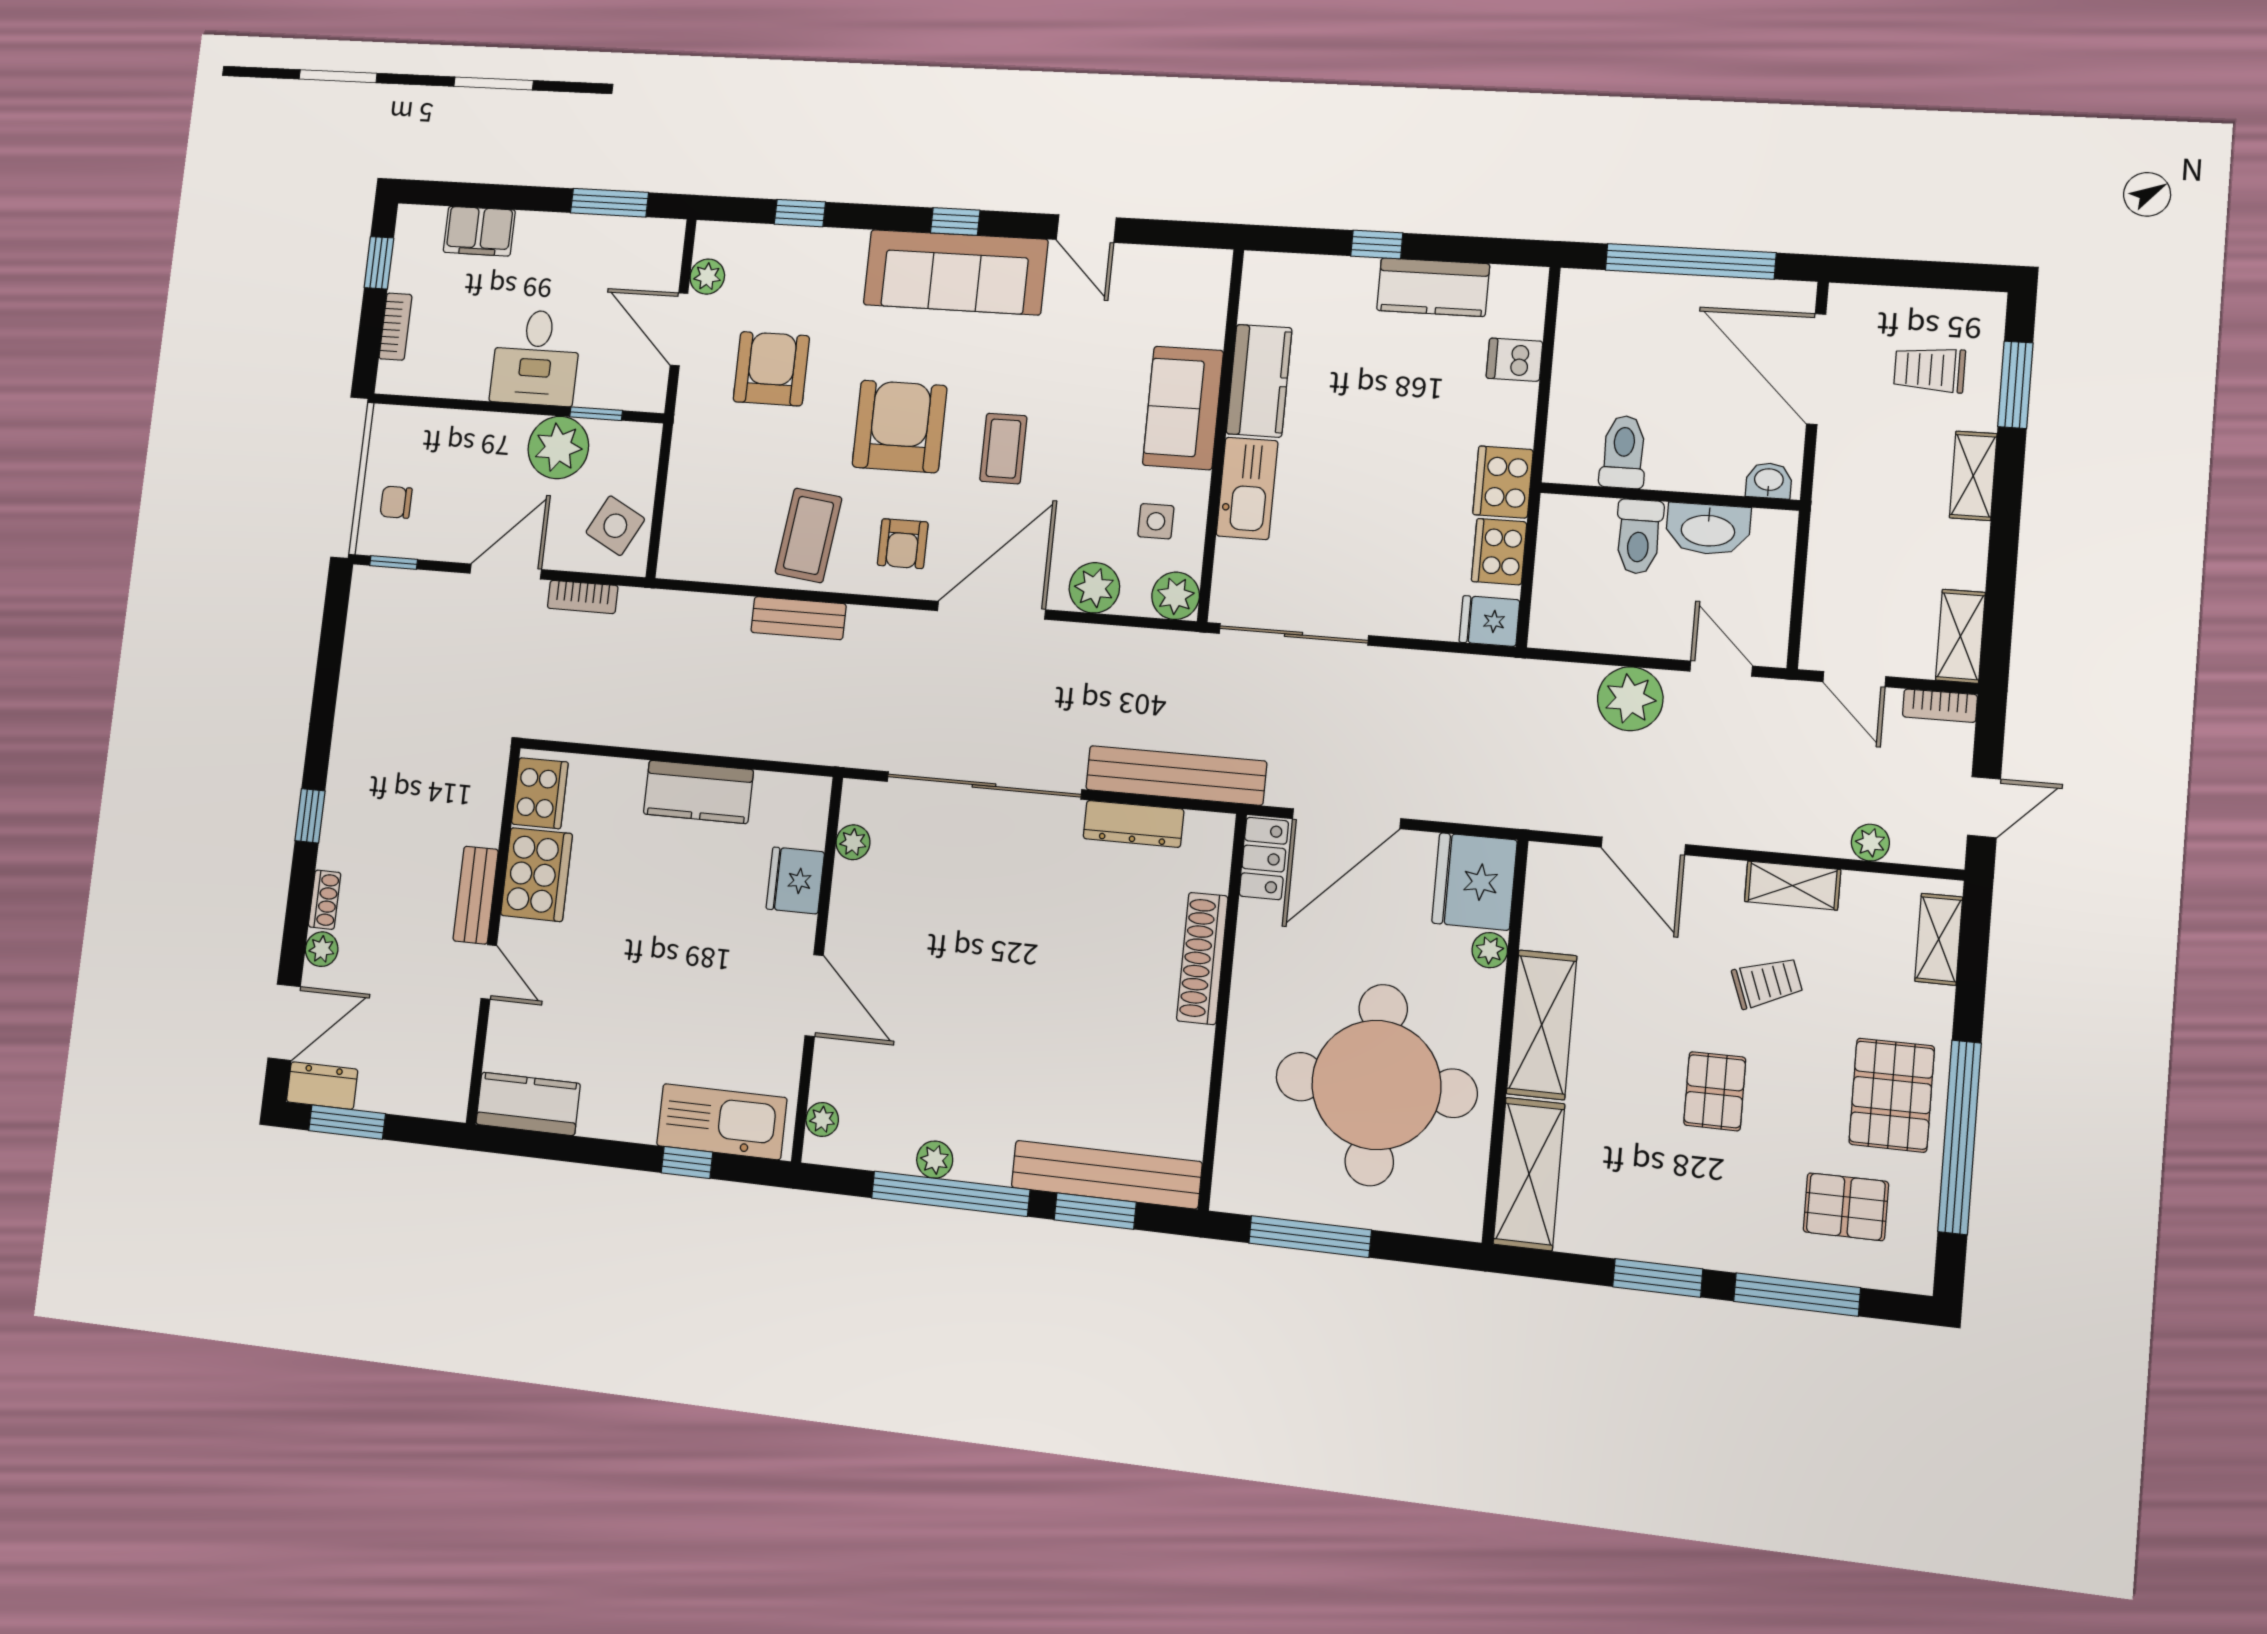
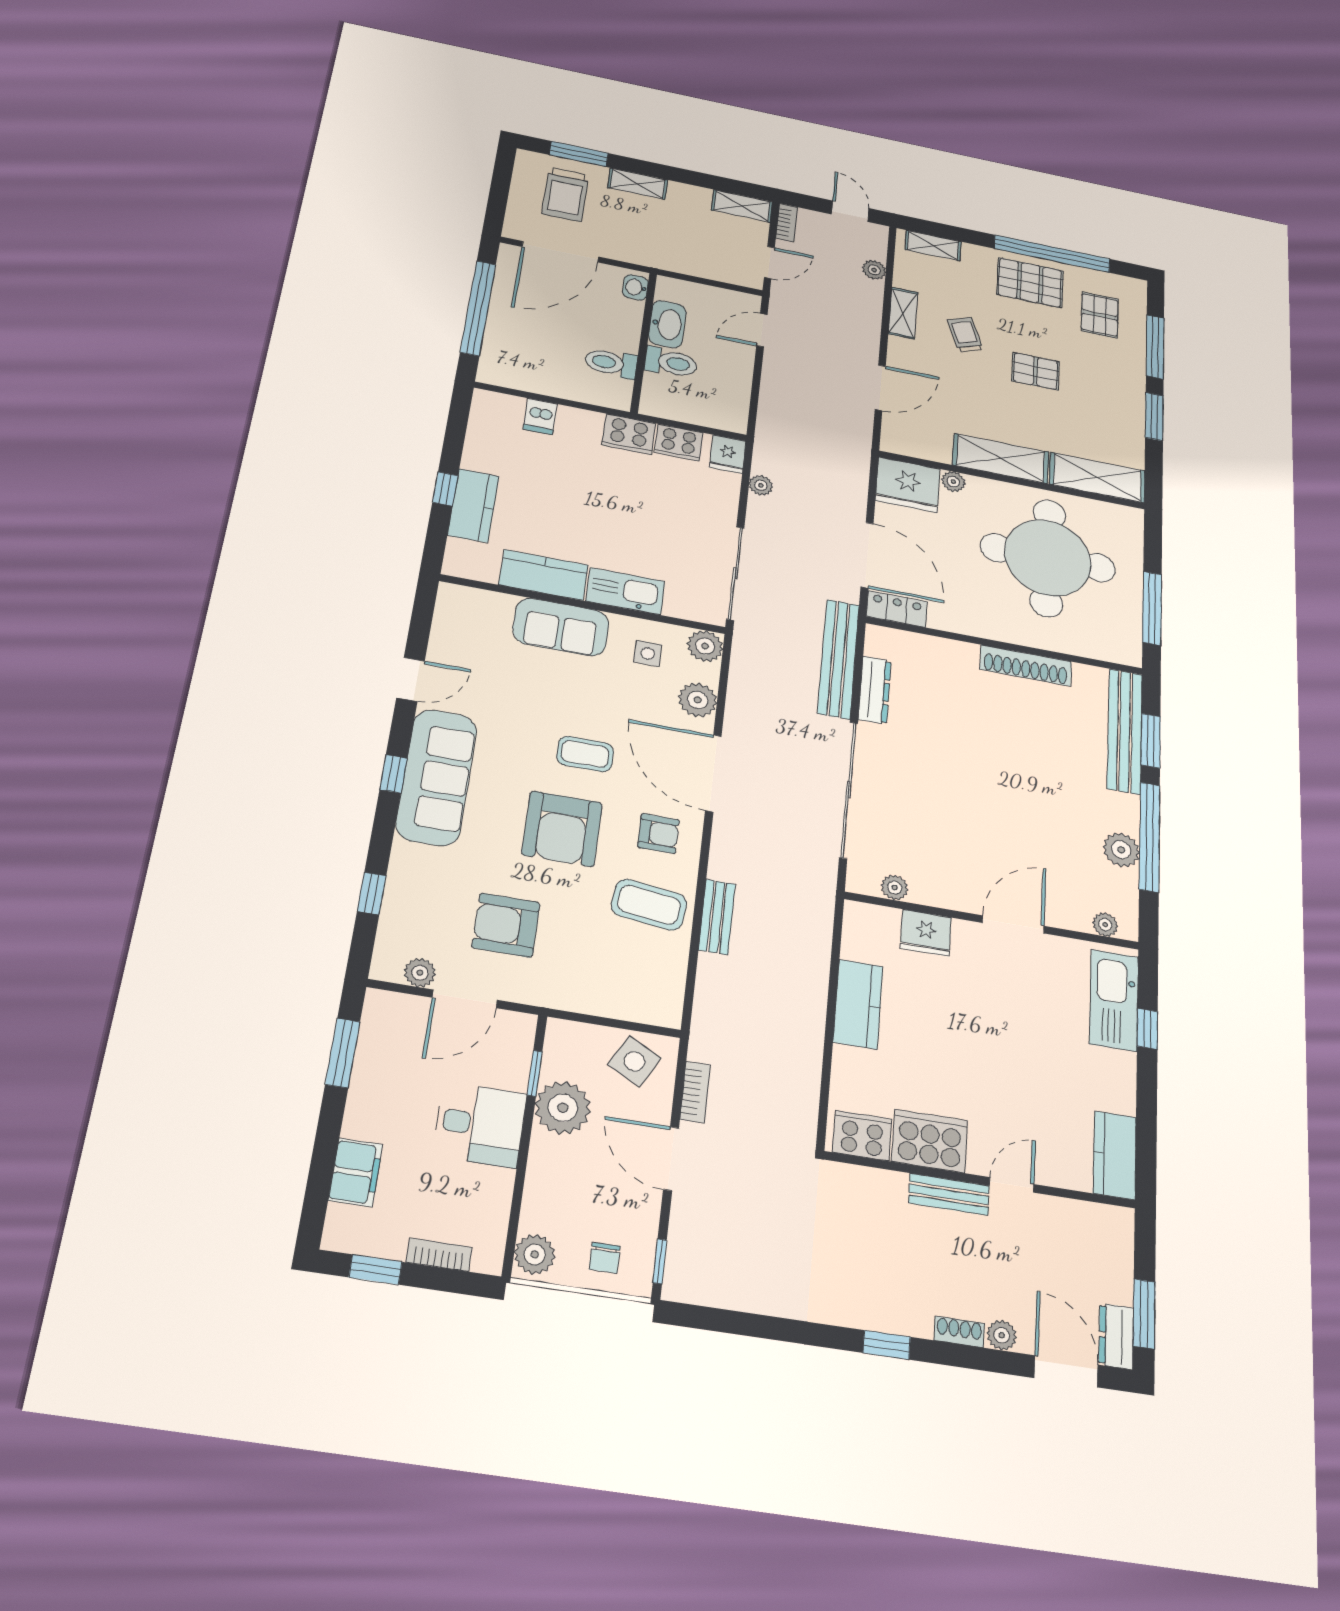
kitchen counter: (1433, 287) -> (473, 506), moved
trolley: (1930, 370) -> (565, 194), width x1.36, depth x1.39
armchair: (900, 426) -> (562, 829), turned -90
plant: (398, 427) -> (535, 1254), added
plant: (1630, 699) -> (761, 485), moved, width x0.53, depth x0.53
shoe rack: (1202, 958) -> (1026, 666), moved
plant: (935, 1160) -> (1121, 850), width x1.38, depth x1.38

